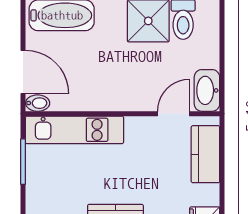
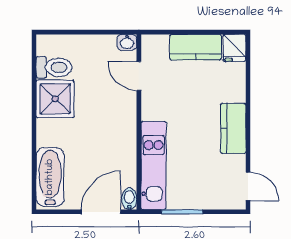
washbasin: (207, 90) -> (127, 42), width x0.52, depth x0.69
kitchen counter: (205, 154) -> (196, 47), moved

